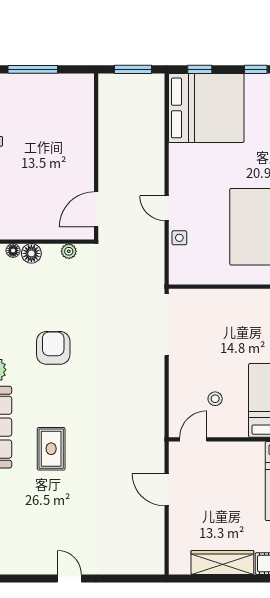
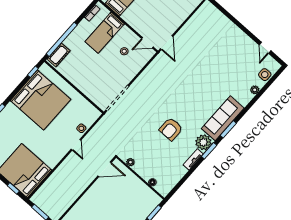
floor lamp: (31, 253) -> (146, 175), removed
rug: (51, 449) -> (208, 89), removed
door: (167, 490) -> (167, 43), moved
door: (69, 578) -> (265, 48), moved

